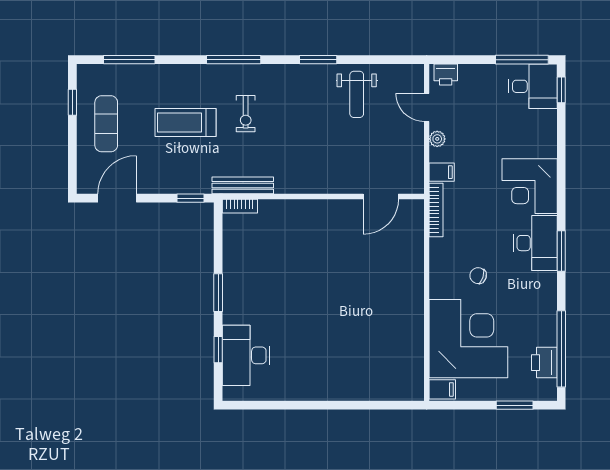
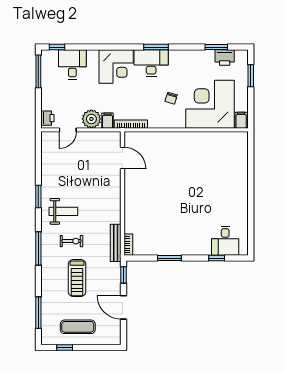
desk: (533, 86) -> (72, 64), moved
weight bench: (357, 94) -> (63, 211), moved
plant: (437, 139) -> (91, 119), width x1.88, depth x1.88
door: (117, 198) -> (124, 307), moved
window: (218, 293) -> (169, 258), moved
window: (561, 349) -> (216, 47), width x0.47
desk: (246, 355) -> (225, 241), width x0.73

